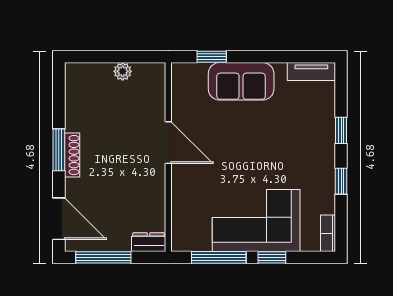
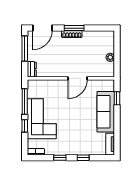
sofa: (241, 81) -> (106, 112), width x1.36

